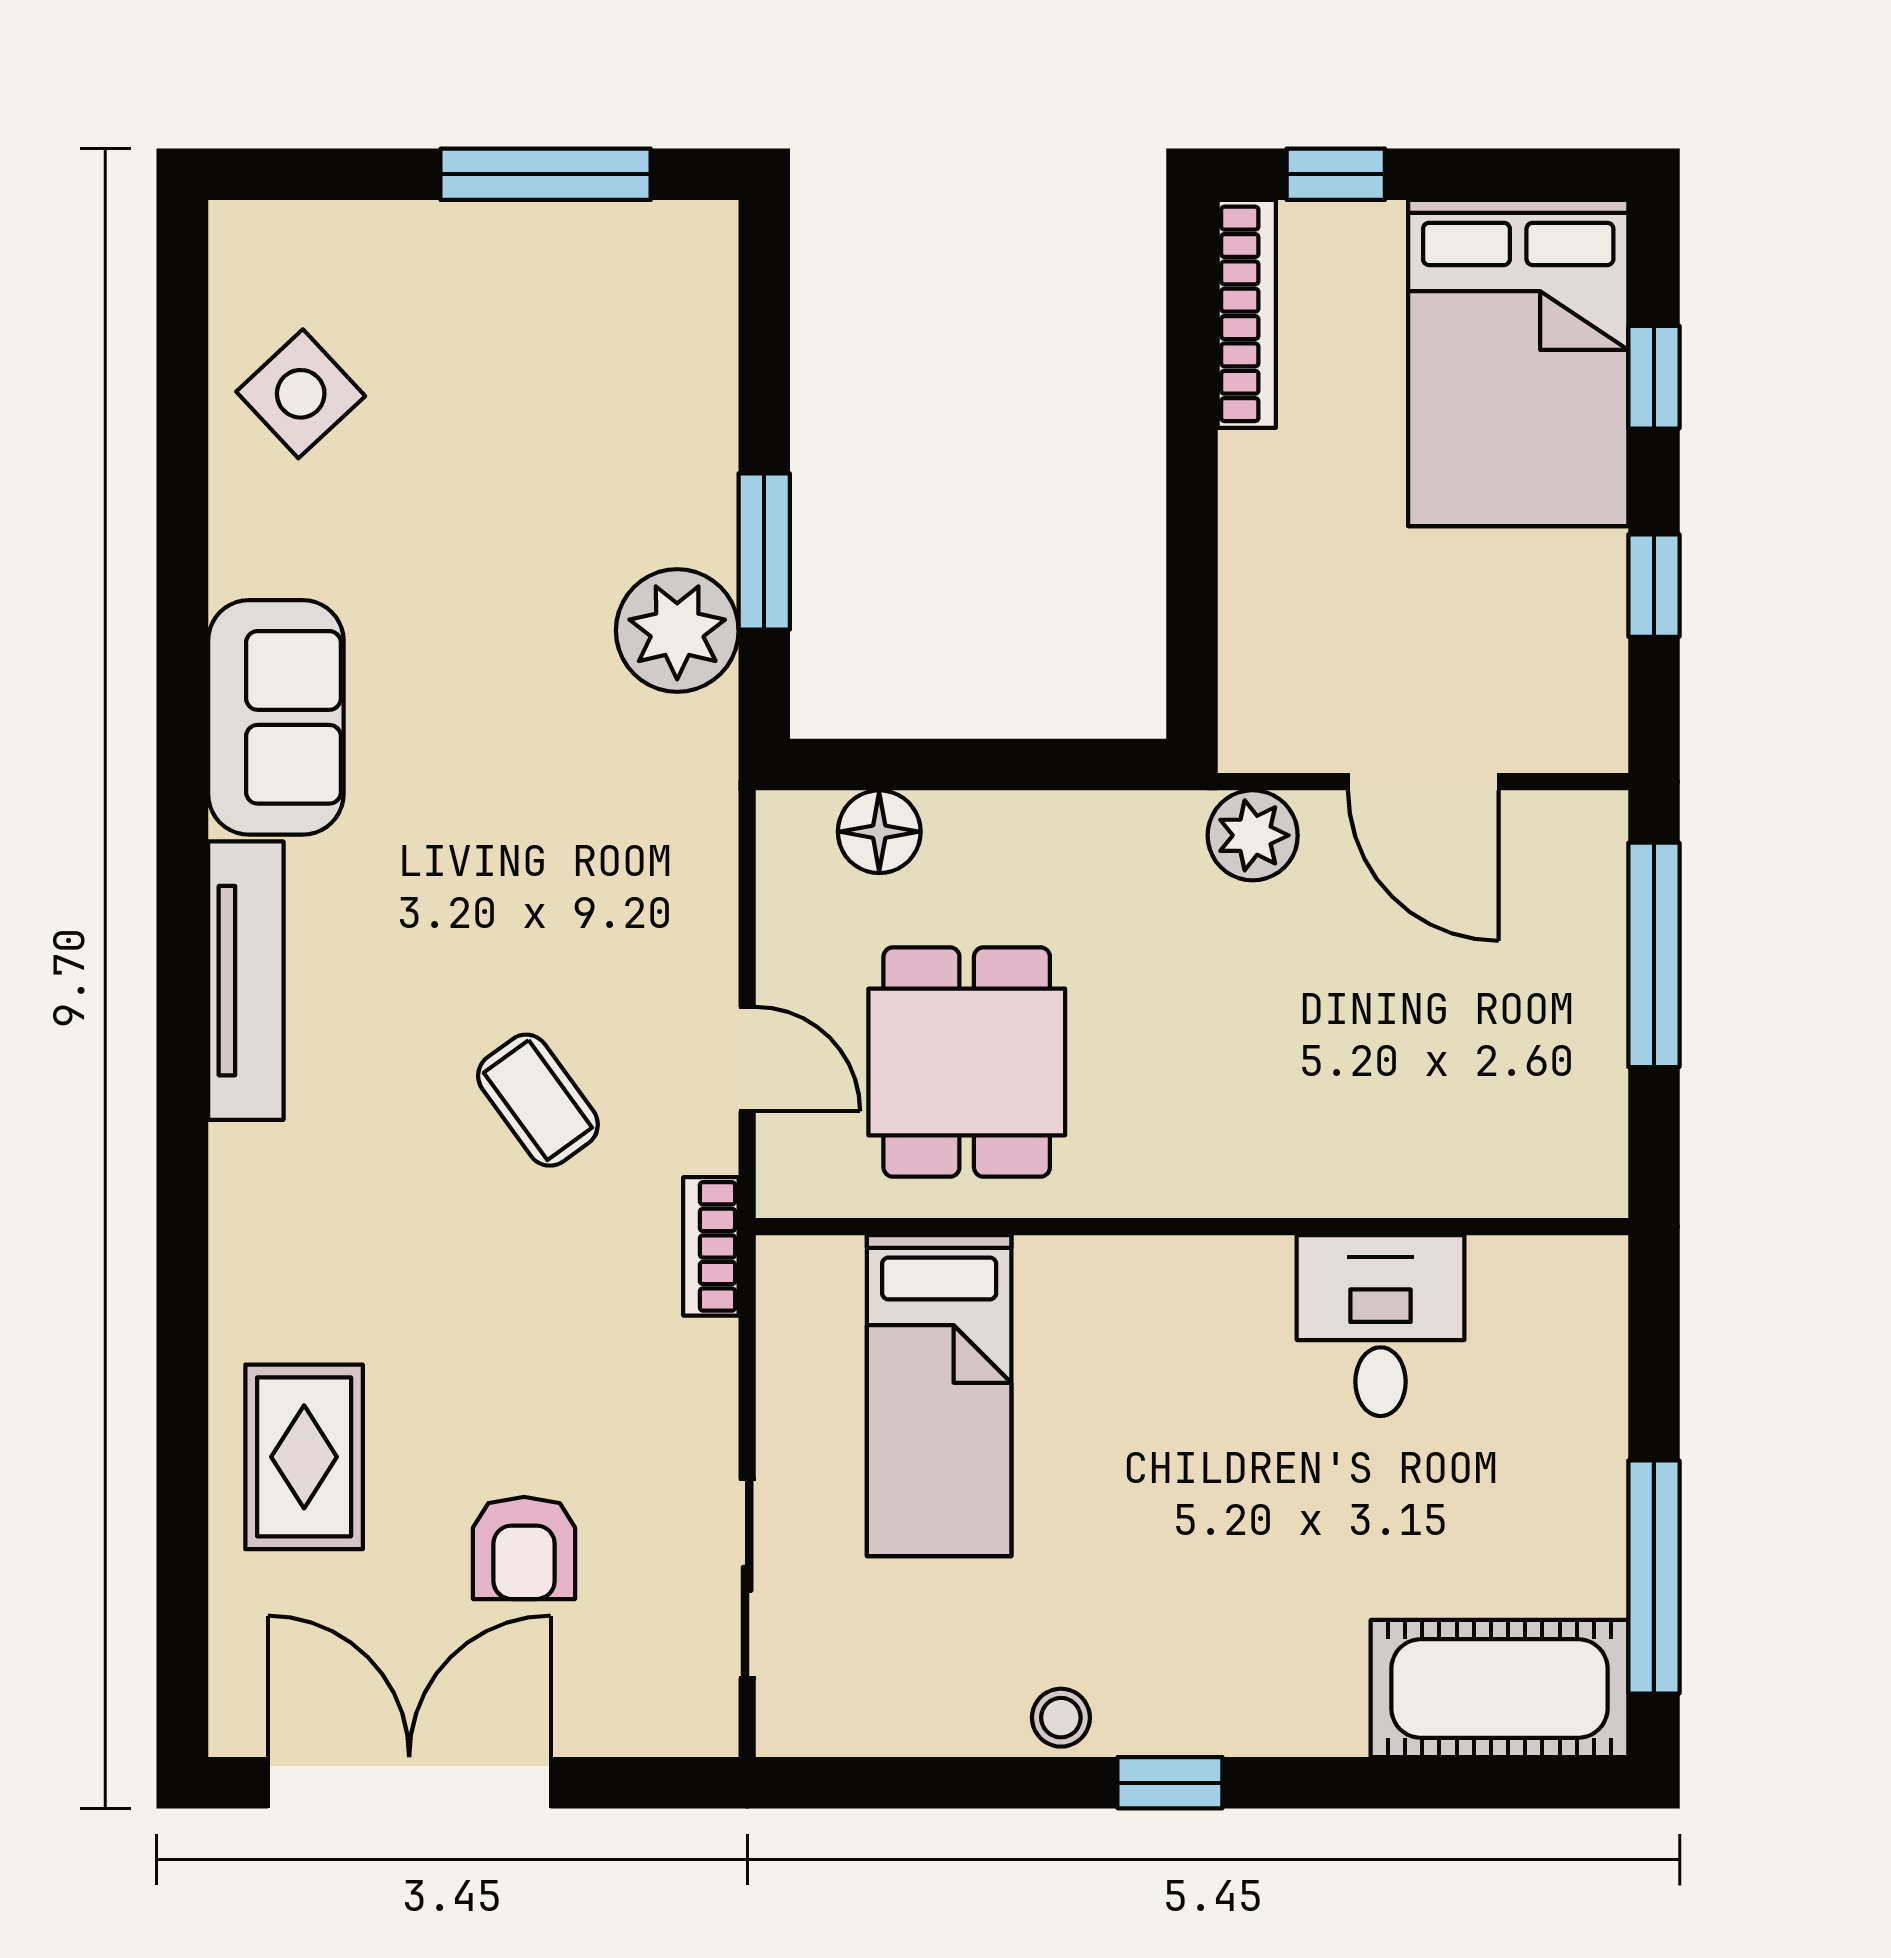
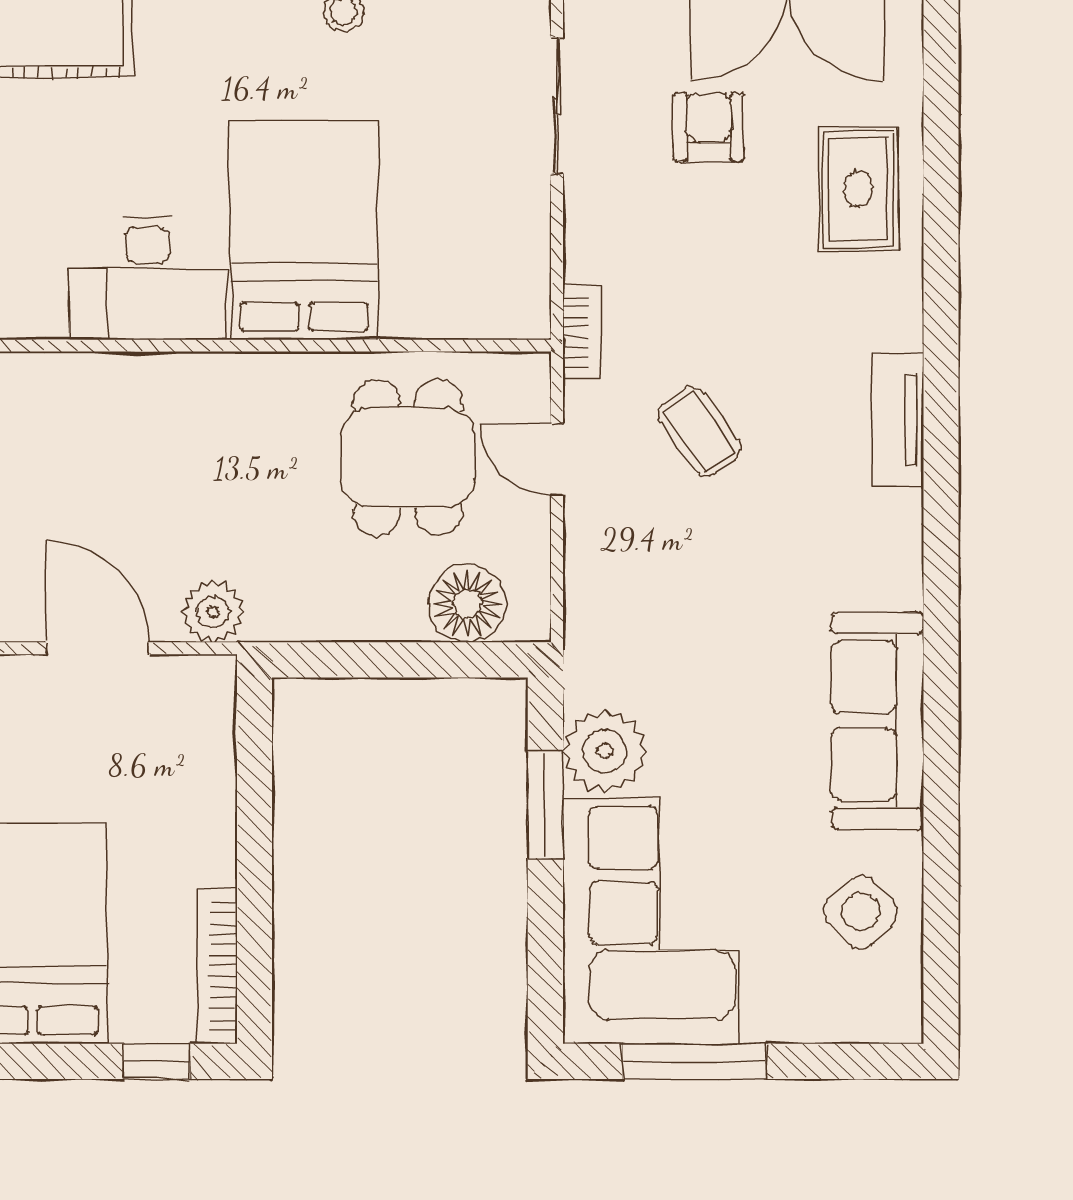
corner sofa: (609, 381) -> (651, 921), added
sofa: (276, 717) -> (877, 721), width x1.36
floor lamp: (879, 832) -> (467, 604), width x1.38, depth x1.38
tv unit: (246, 981) -> (898, 420), moved, width x0.71
desk: (1381, 1326) -> (147, 278), width x1.37
bed: (939, 1396) -> (304, 231), moved, width x1.50

